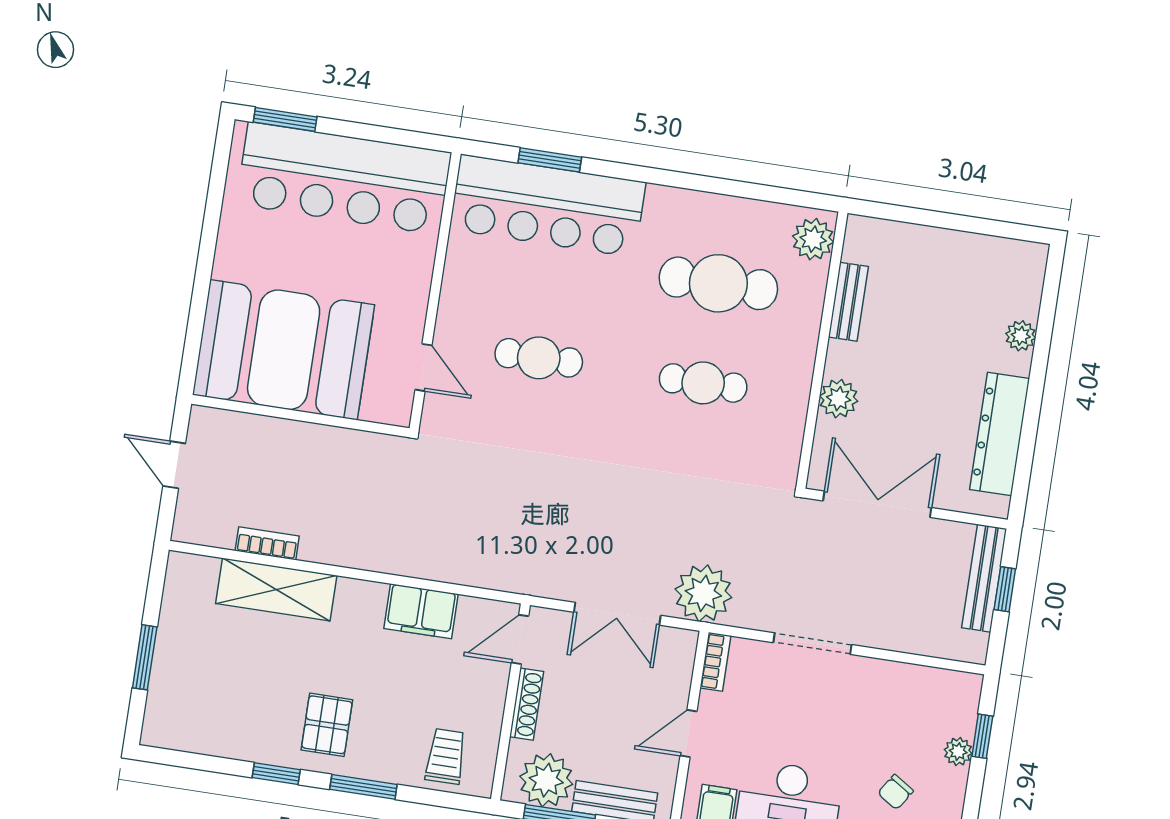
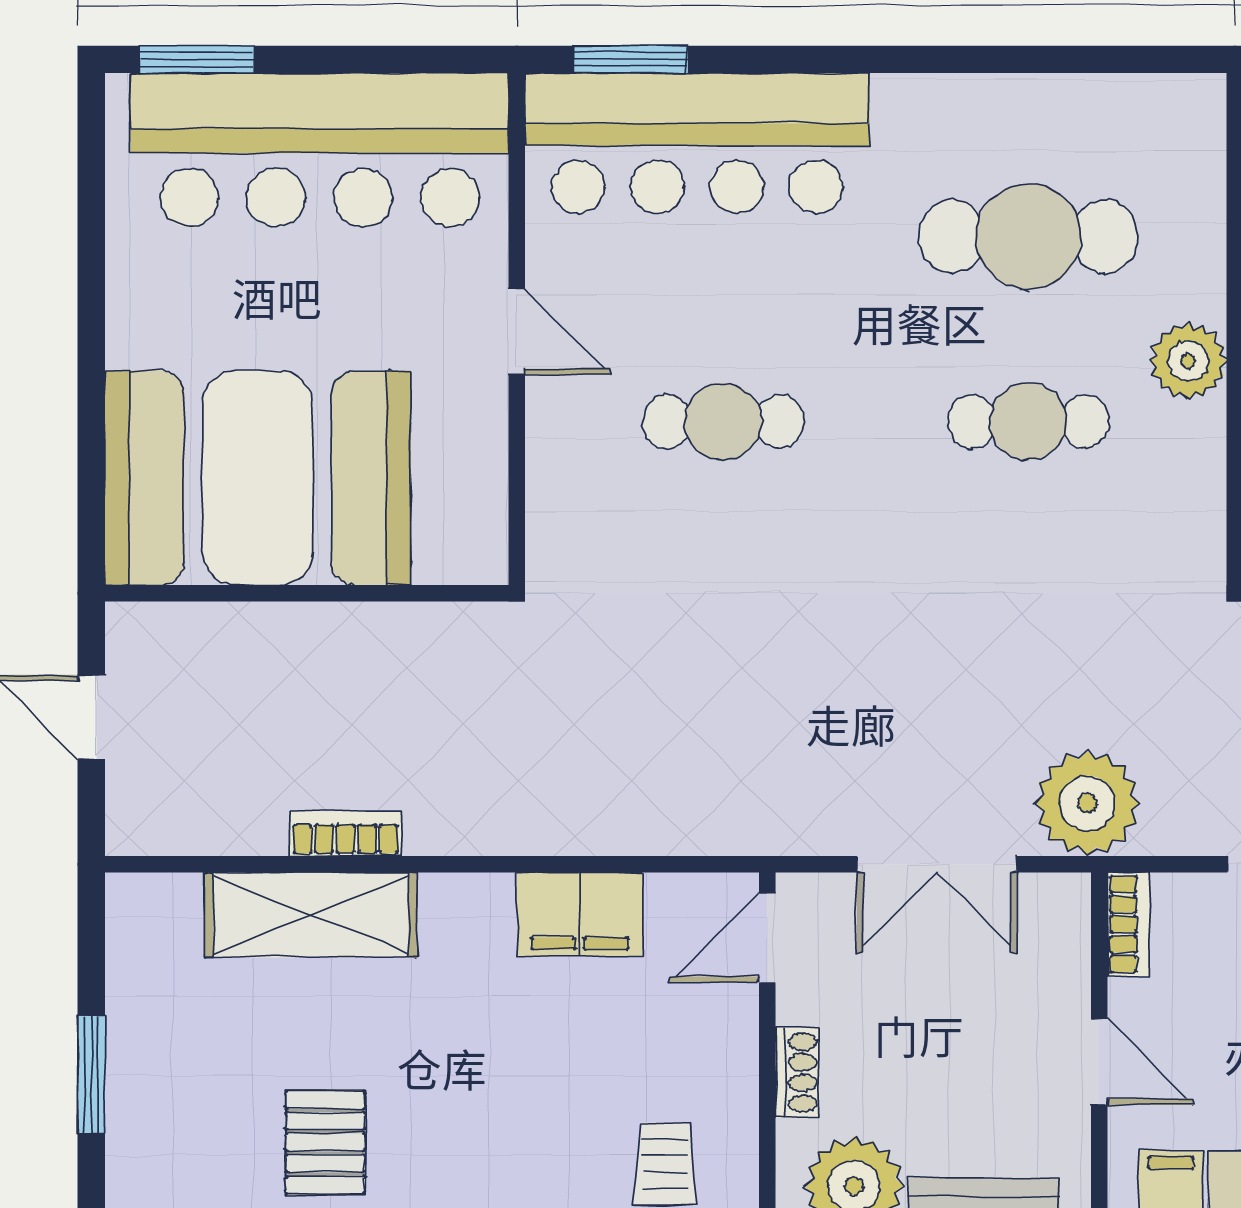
window: (550, 160) -> (630, 59), moved
plant: (813, 239) -> (1188, 361), moved
door: (424, 367) -> (517, 332), moved
bookcase: (267, 543) -> (346, 834), moved
shoe rack: (527, 704) -> (797, 1073), width x0.70
pallet: (327, 725) -> (325, 1142), moved
door: (689, 734) -> (1099, 1062), swing flipped

